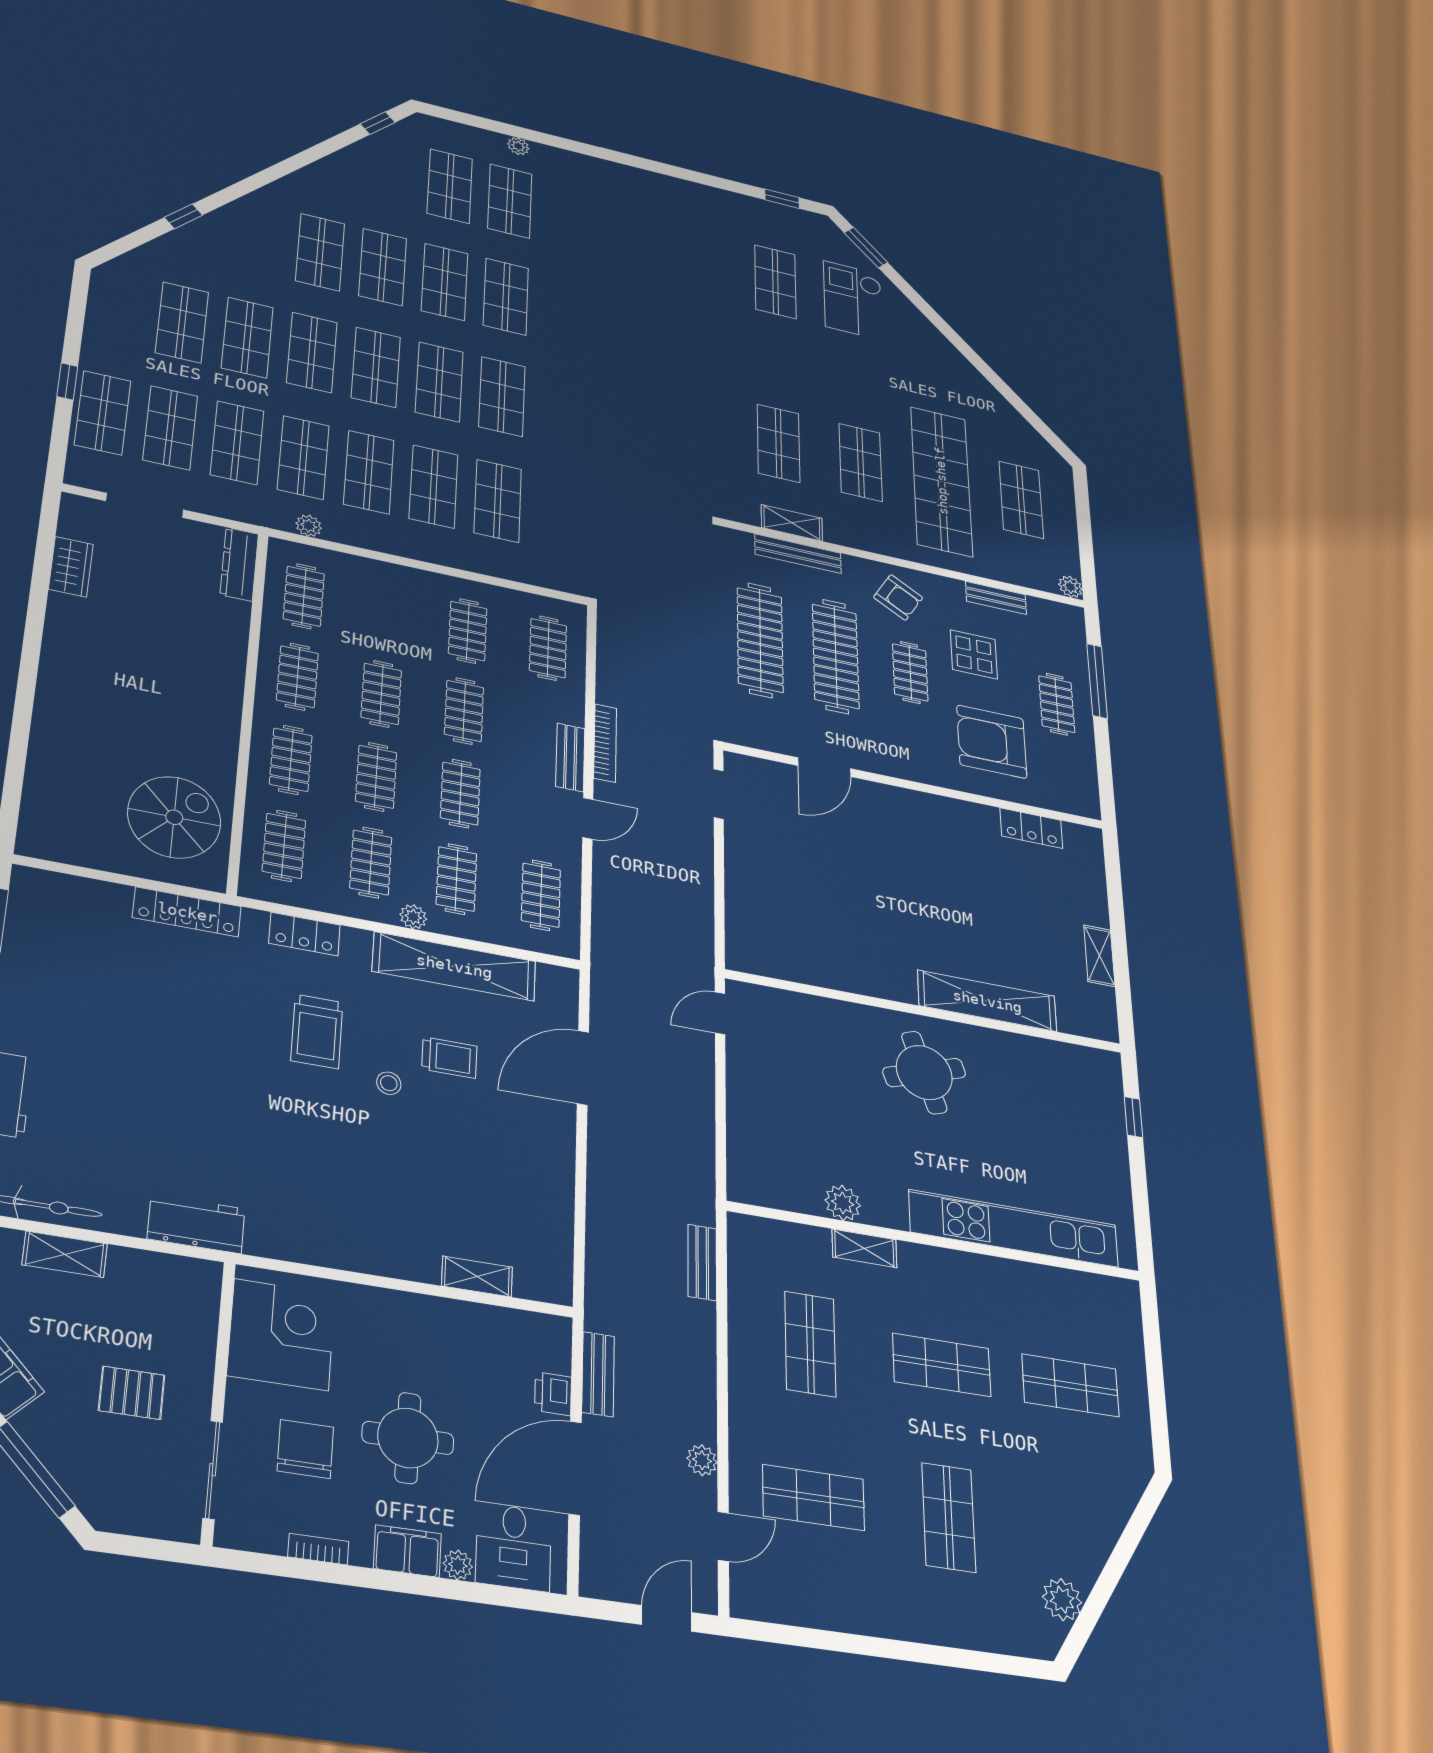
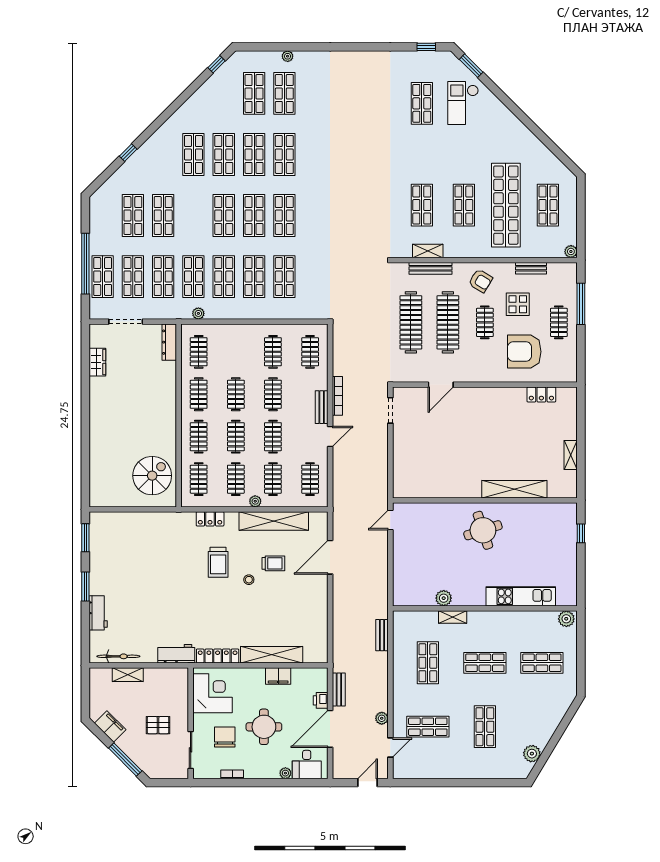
shop shelf: (312, 352) -> (193, 216), removed
window: (67, 381) -> (85, 264), width x3.17
locker: (187, 912) -> (218, 656), moved, turned 180
kitchen unit: (1014, 1228) -> (521, 596), width x0.73
shelving: (477, 1277) -> (272, 655), width x2.20, depth x1.33
plant: (1117, 1295) -> (566, 619), added
filing cabinet: (407, 1551) -> (278, 676), moved, turned 180

